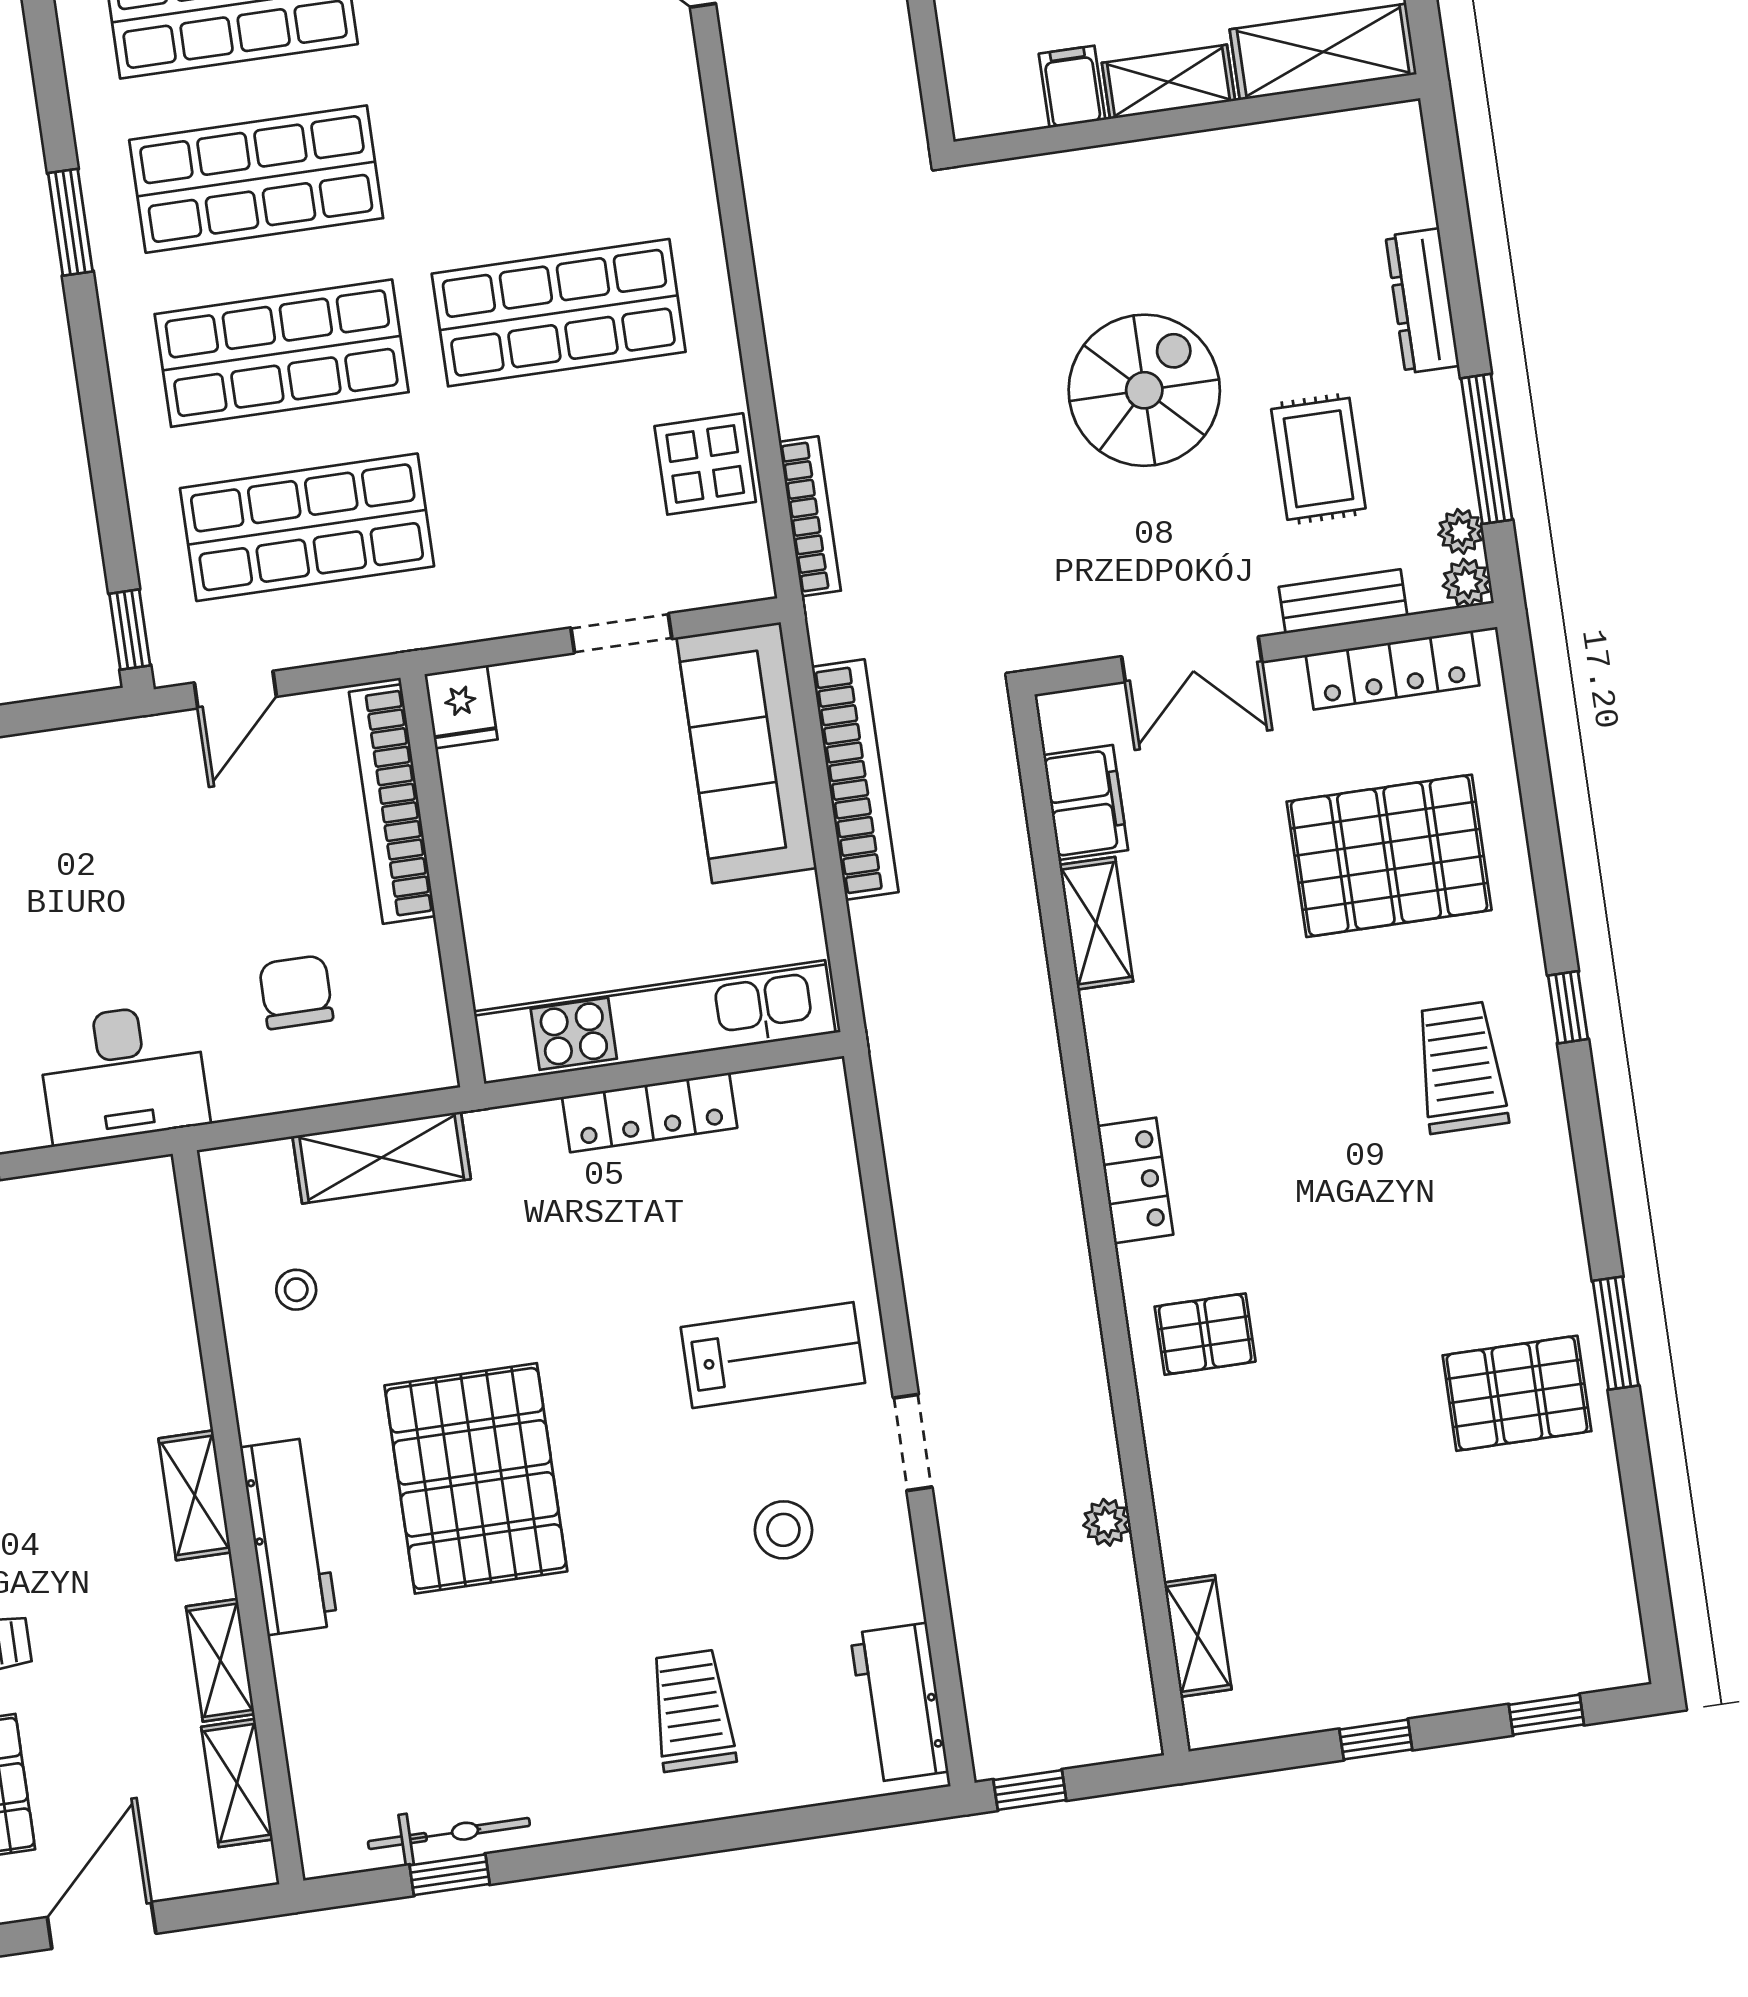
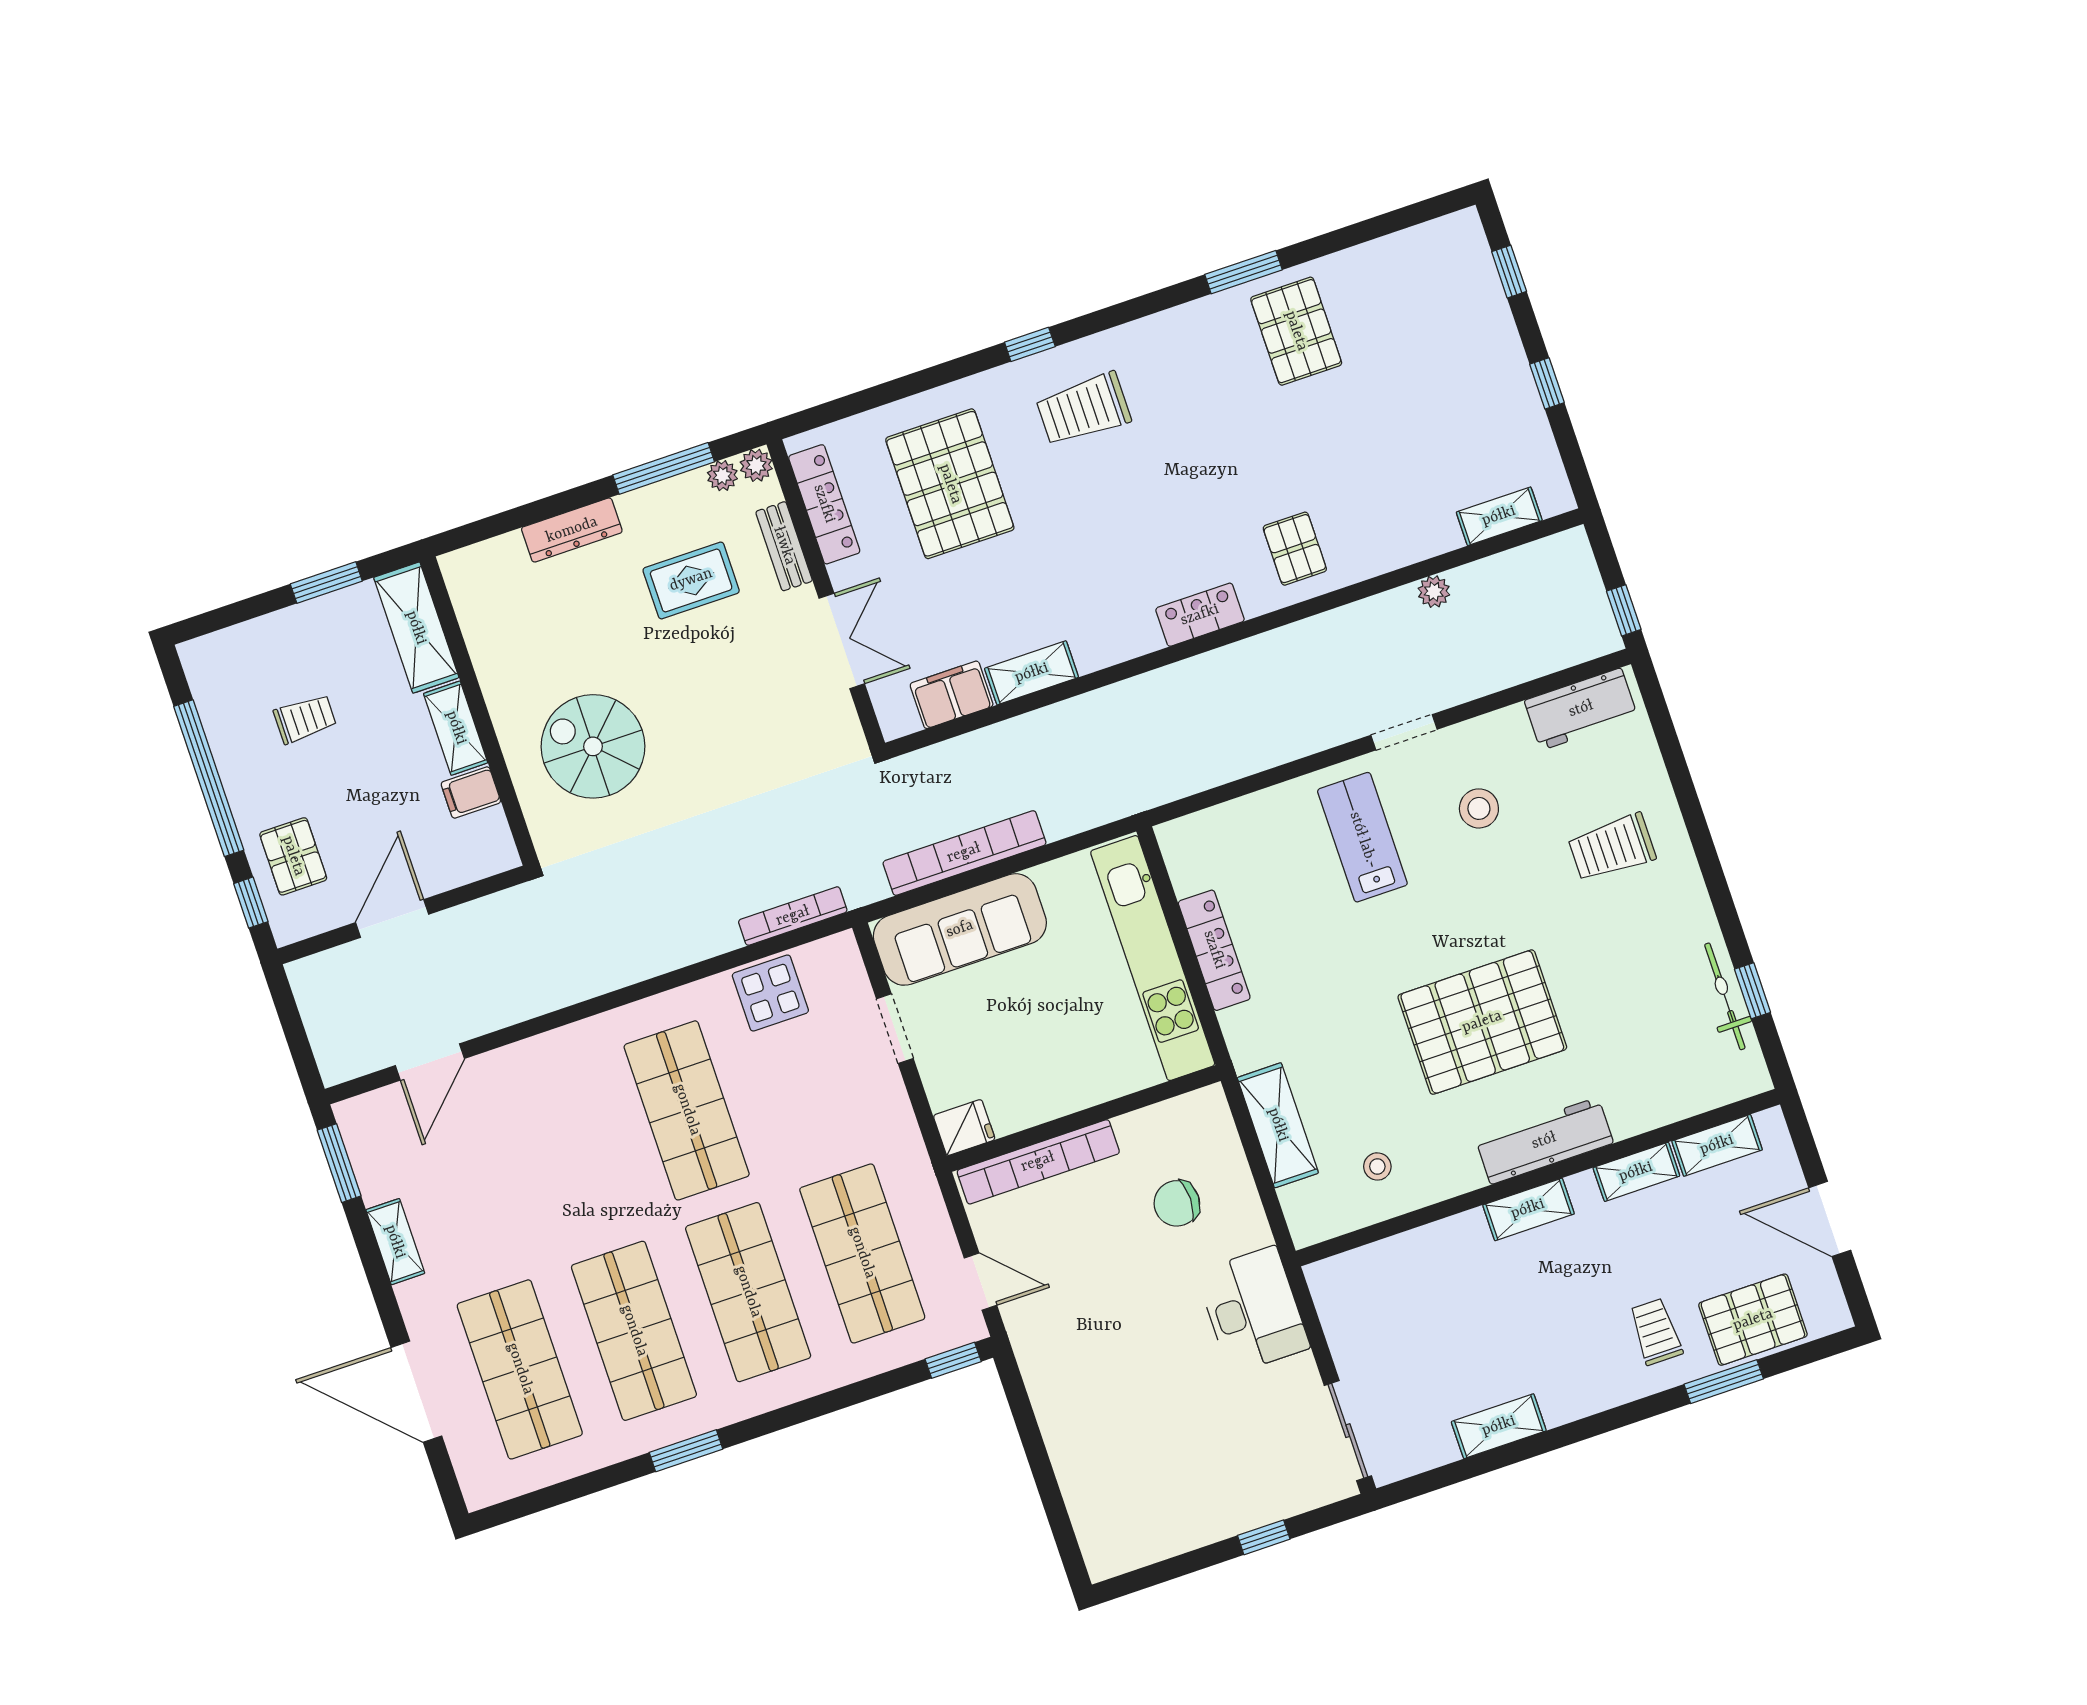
spiral stairs: (1144, 390) -> (593, 746), moved

